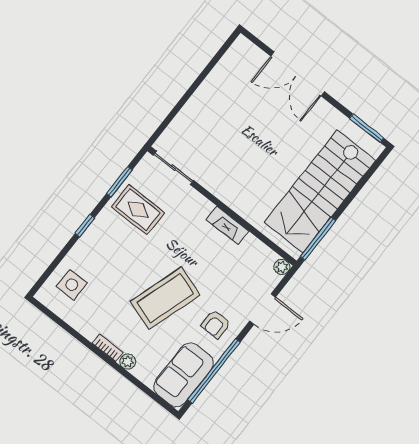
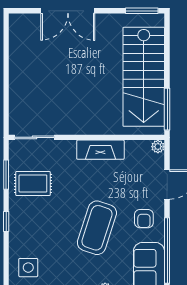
fireplace: (228, 225) -> (100, 150), width x1.37, depth x1.32

